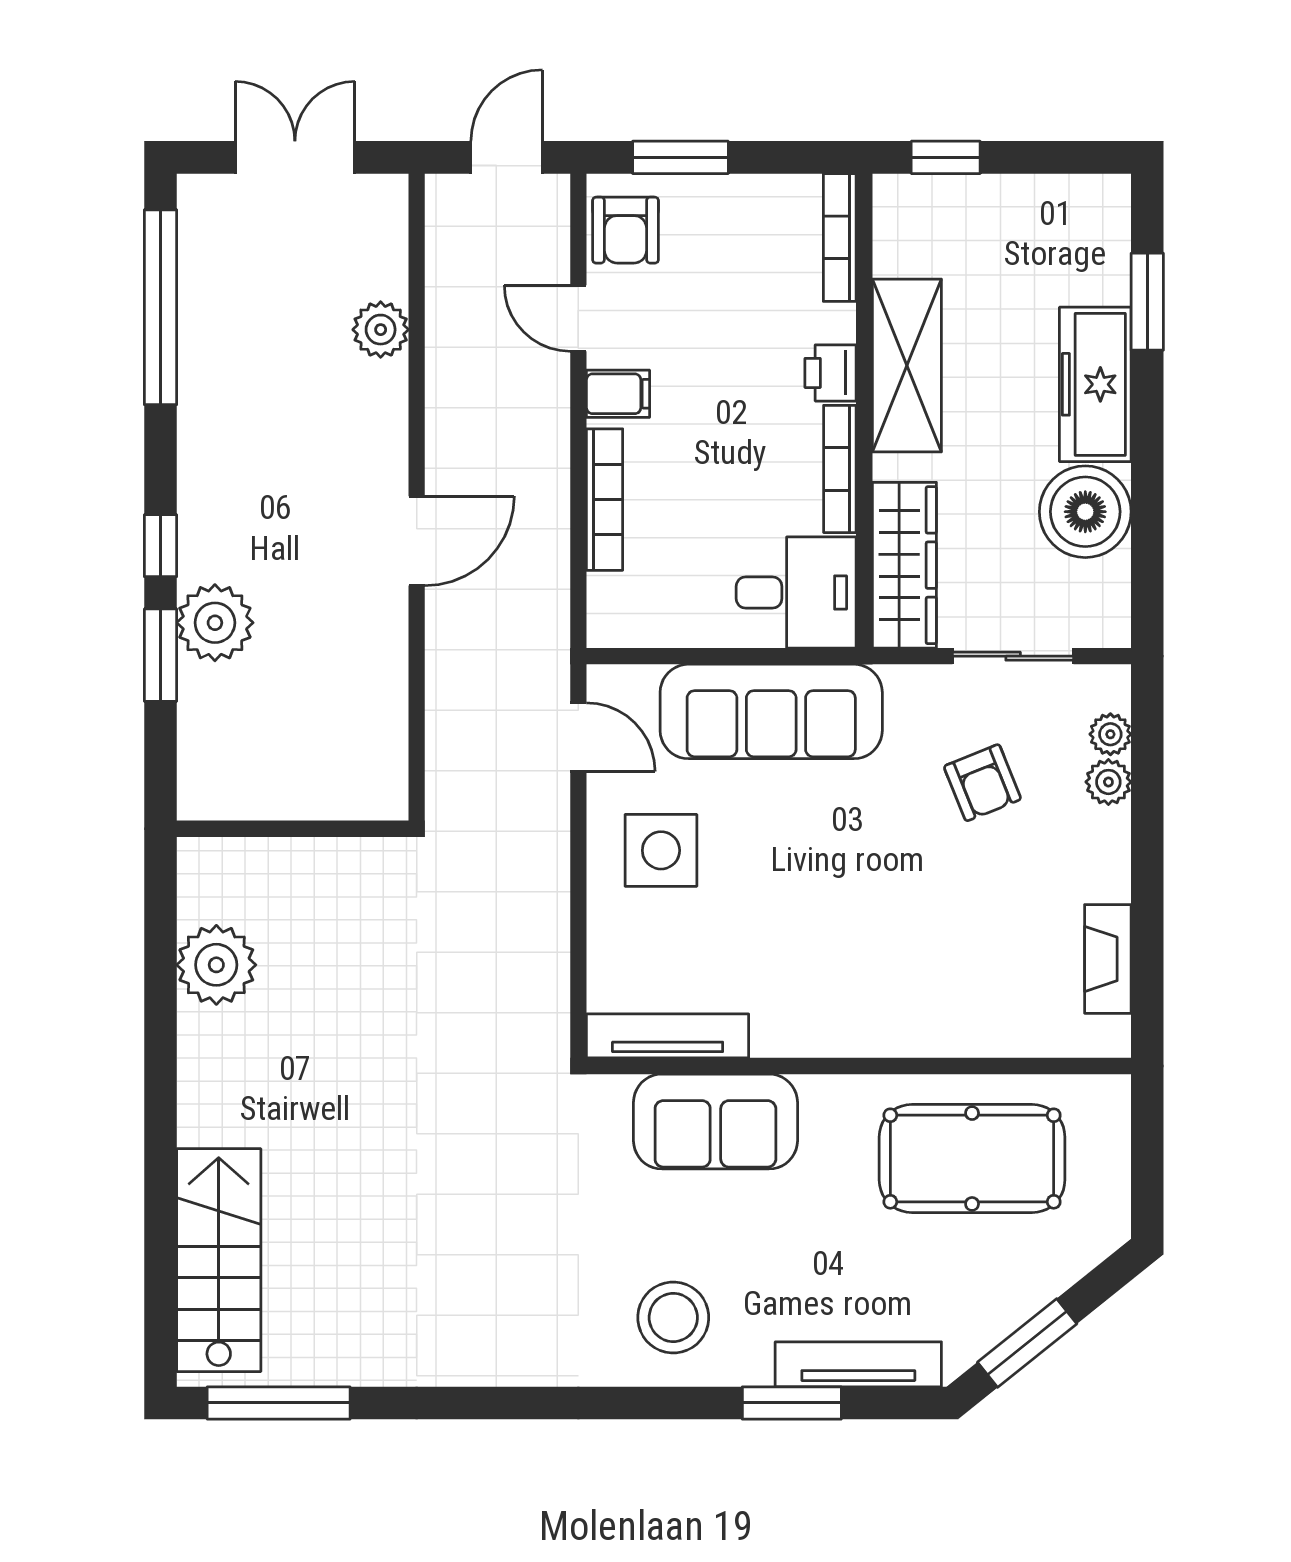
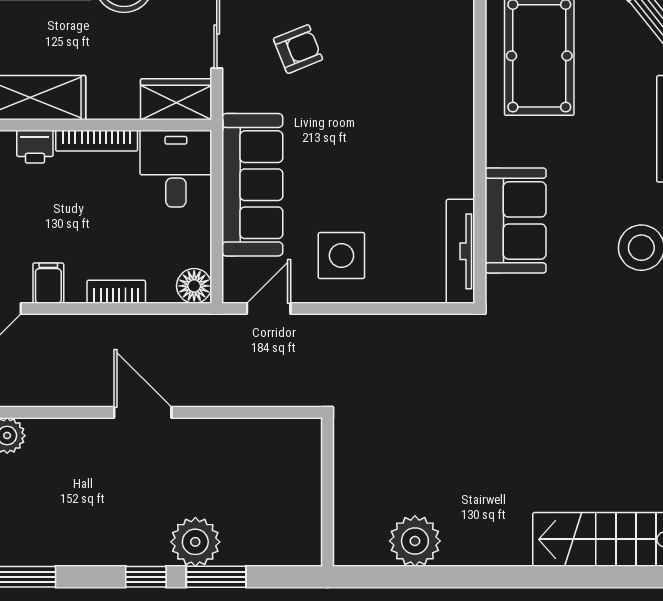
bookcase: (605, 500) -> (116, 292), width x0.64
wardrobe: (904, 565) -> (176, 99), width x0.67
floor lamp: (614, 621) -> (194, 286), added

